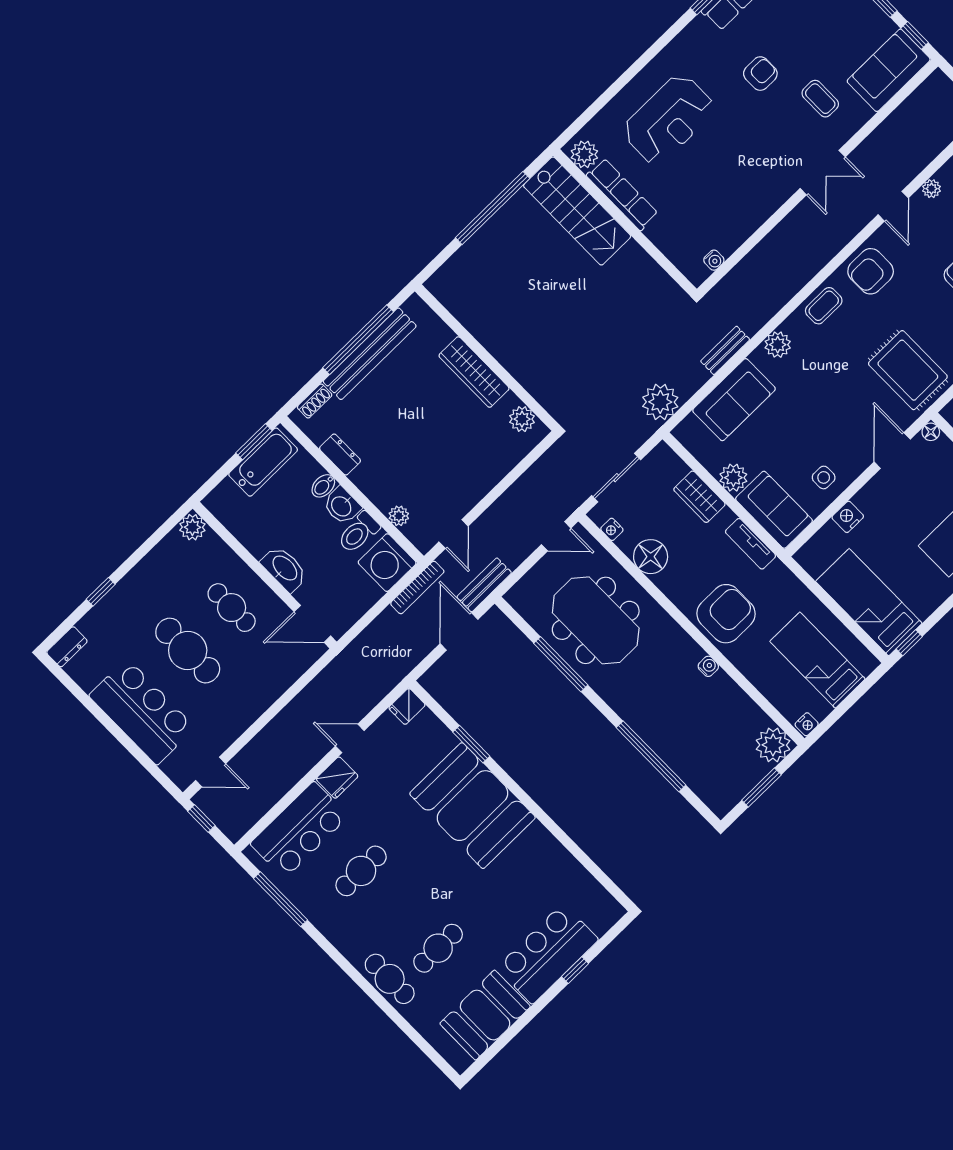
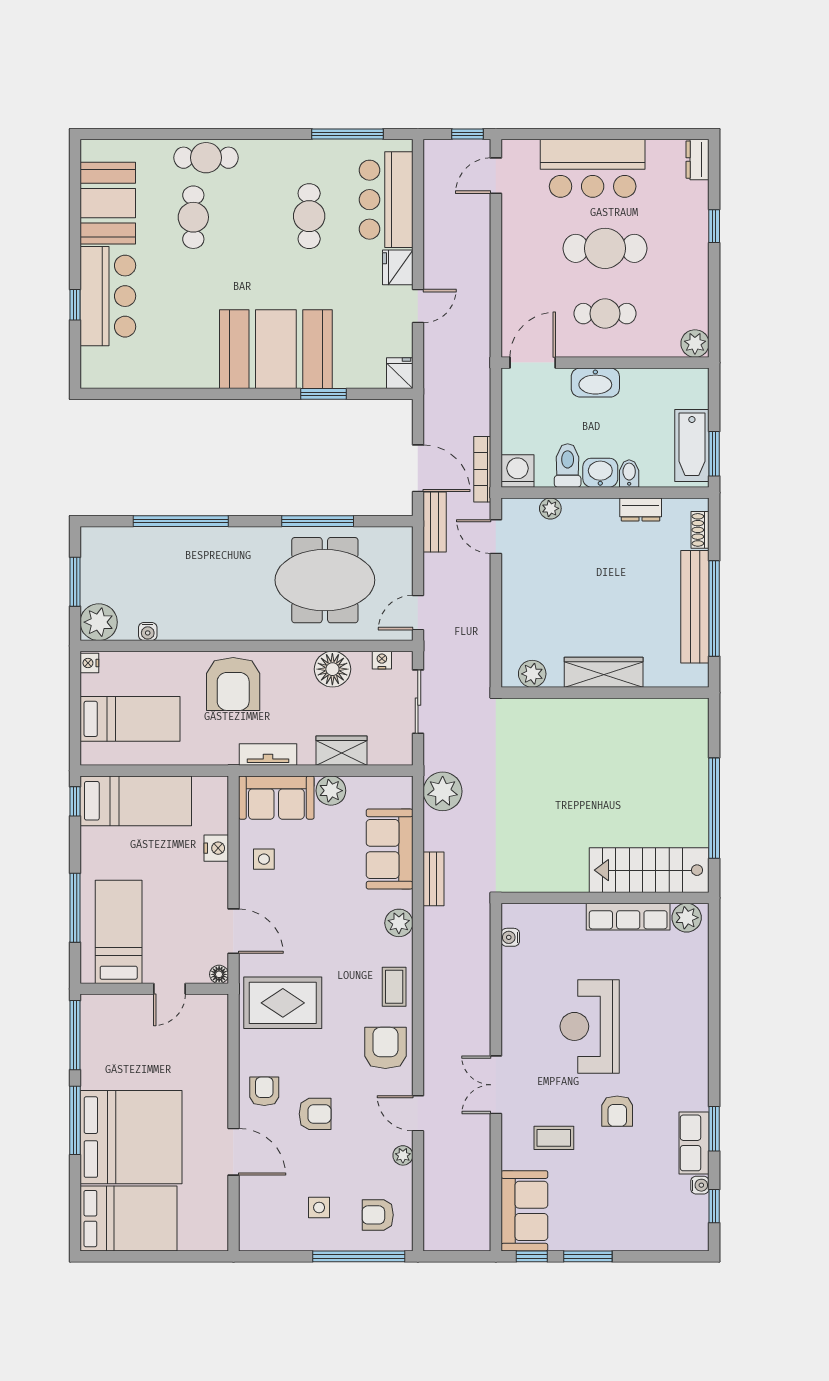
reception desk: (669, 120) -> (590, 1026), moved
washing machine: (387, 563) -> (518, 471), width x0.73, depth x0.73
water cooler: (708, 666) -> (148, 631), moved

